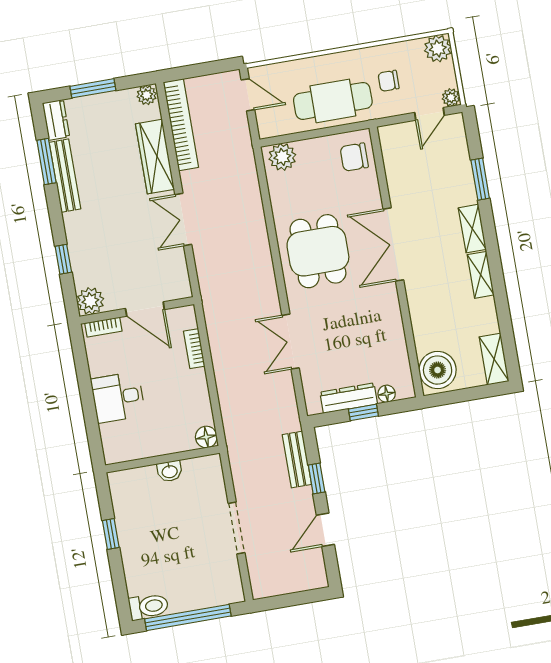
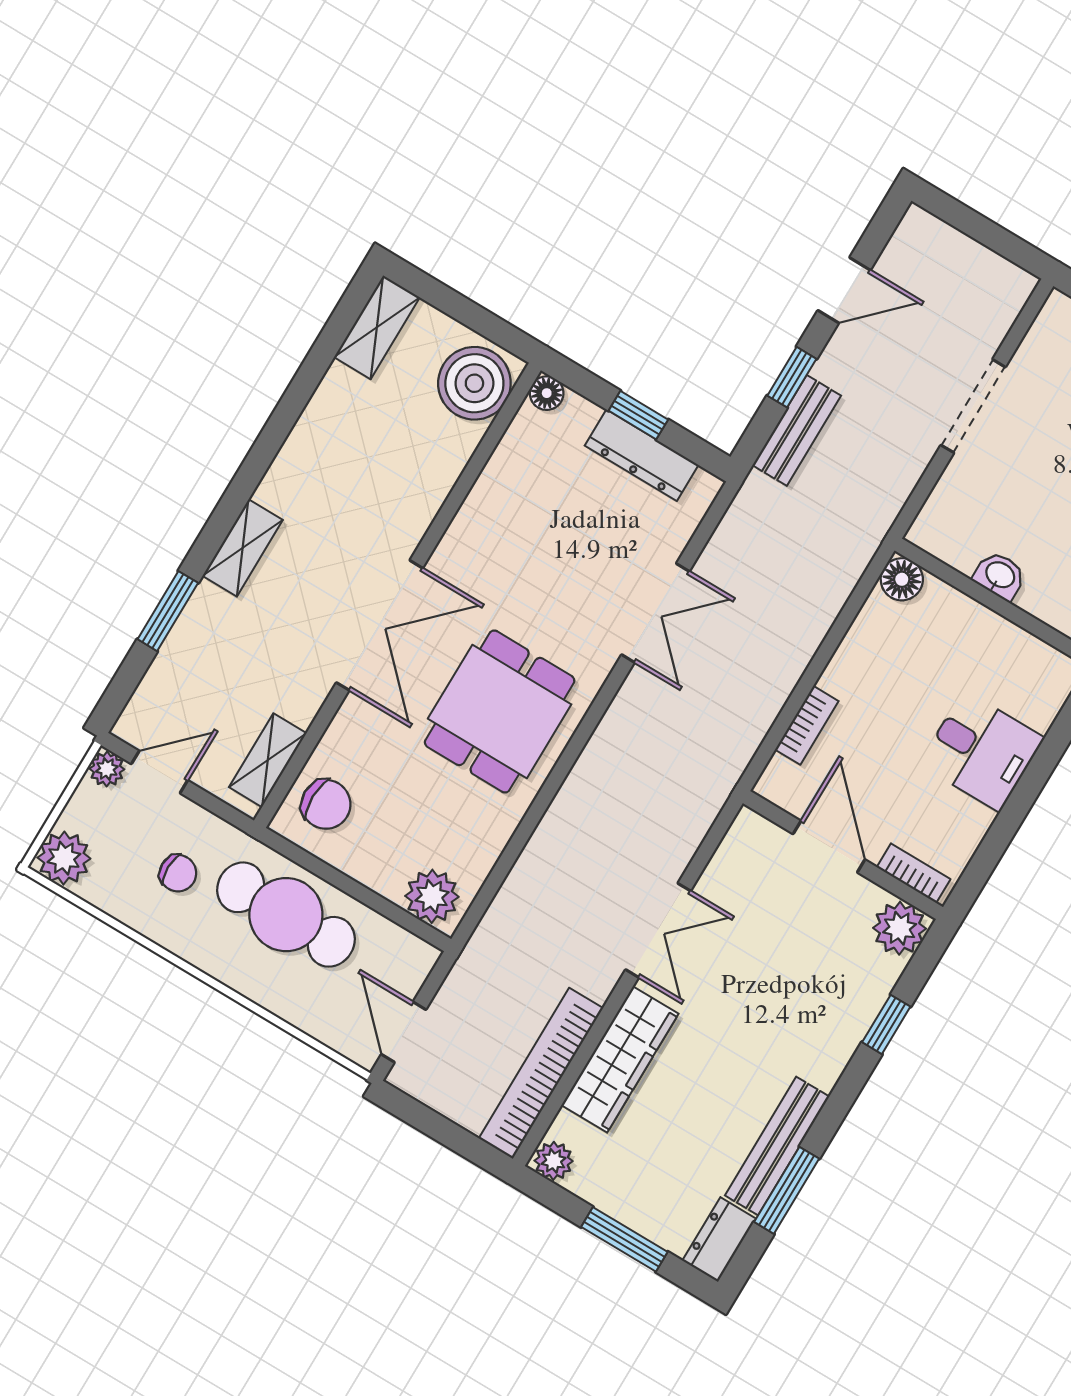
shelving: (481, 275) -> (268, 760), moved
floor lamp: (387, 394) -> (547, 393), moved

